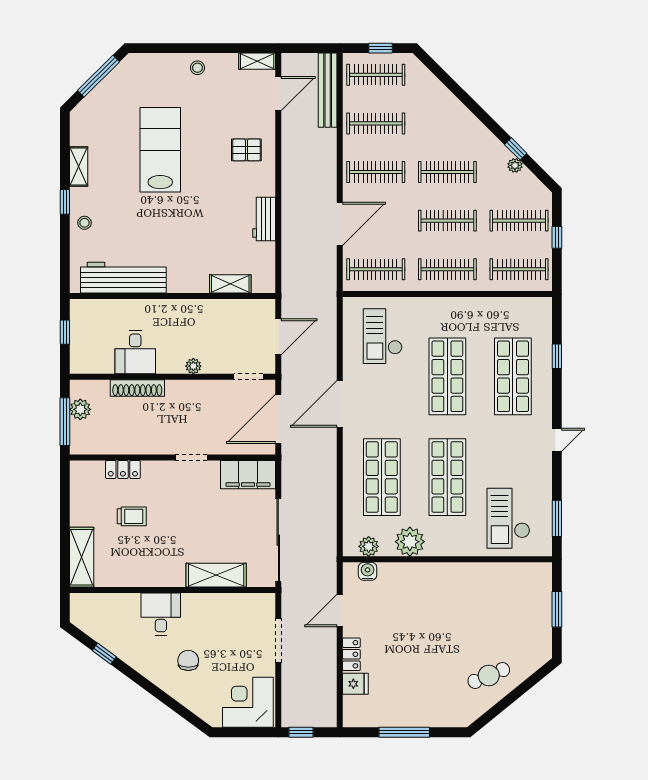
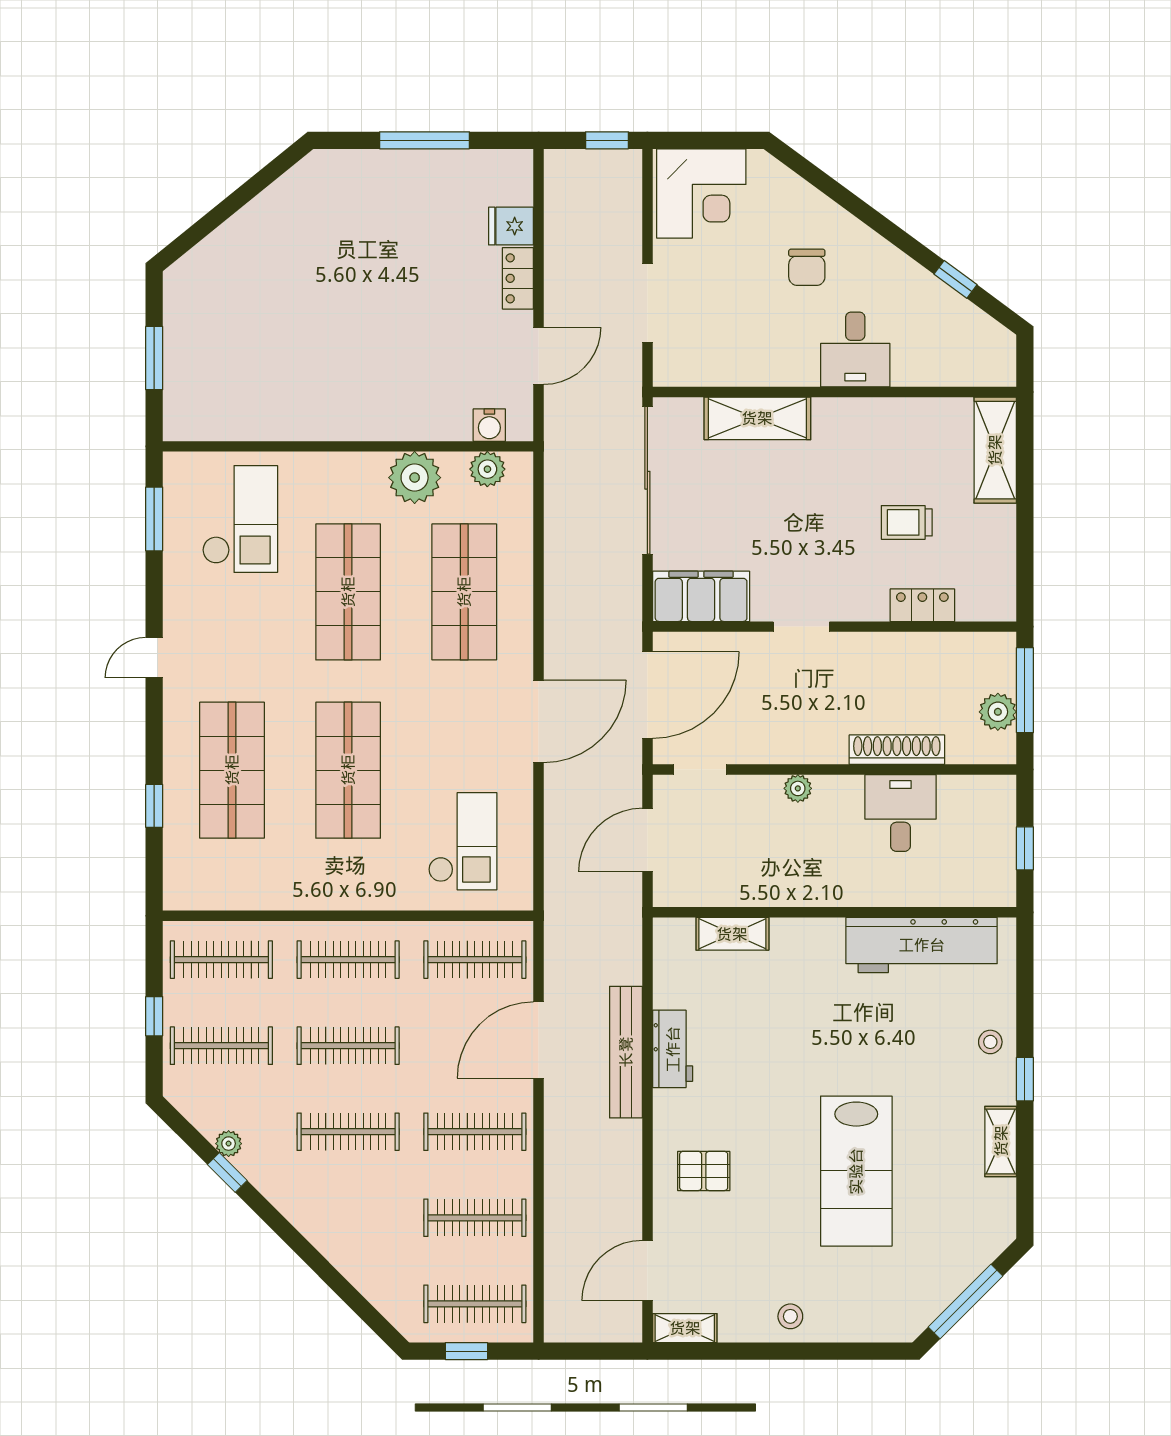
bench: (328, 90) -> (626, 1052), moved
cafe table: (489, 675) -> (275, 241), removed

